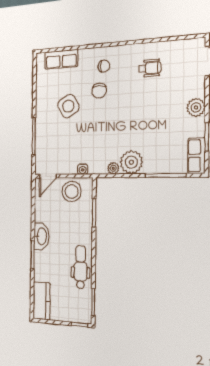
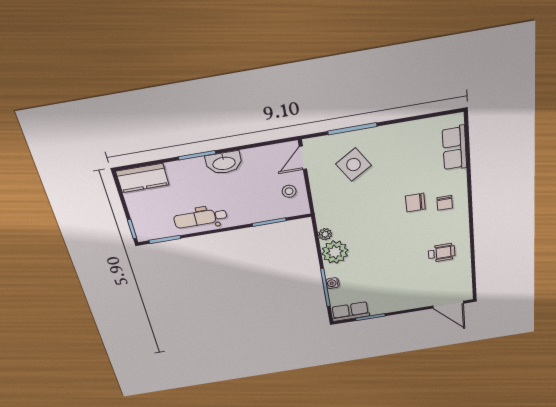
wheelchair: (150, 68) -> (442, 253), turned -90
side table: (68, 106) -> (353, 165), moved
plant: (196, 107) -> (400, 303), removed
water cooler: (83, 169) -> (333, 283), moved
door: (48, 176) -> (303, 158), hinge flipped
stool: (72, 191) -> (289, 191), width x0.53, depth x0.53
dental chair: (81, 267) -> (200, 218), turned 180

